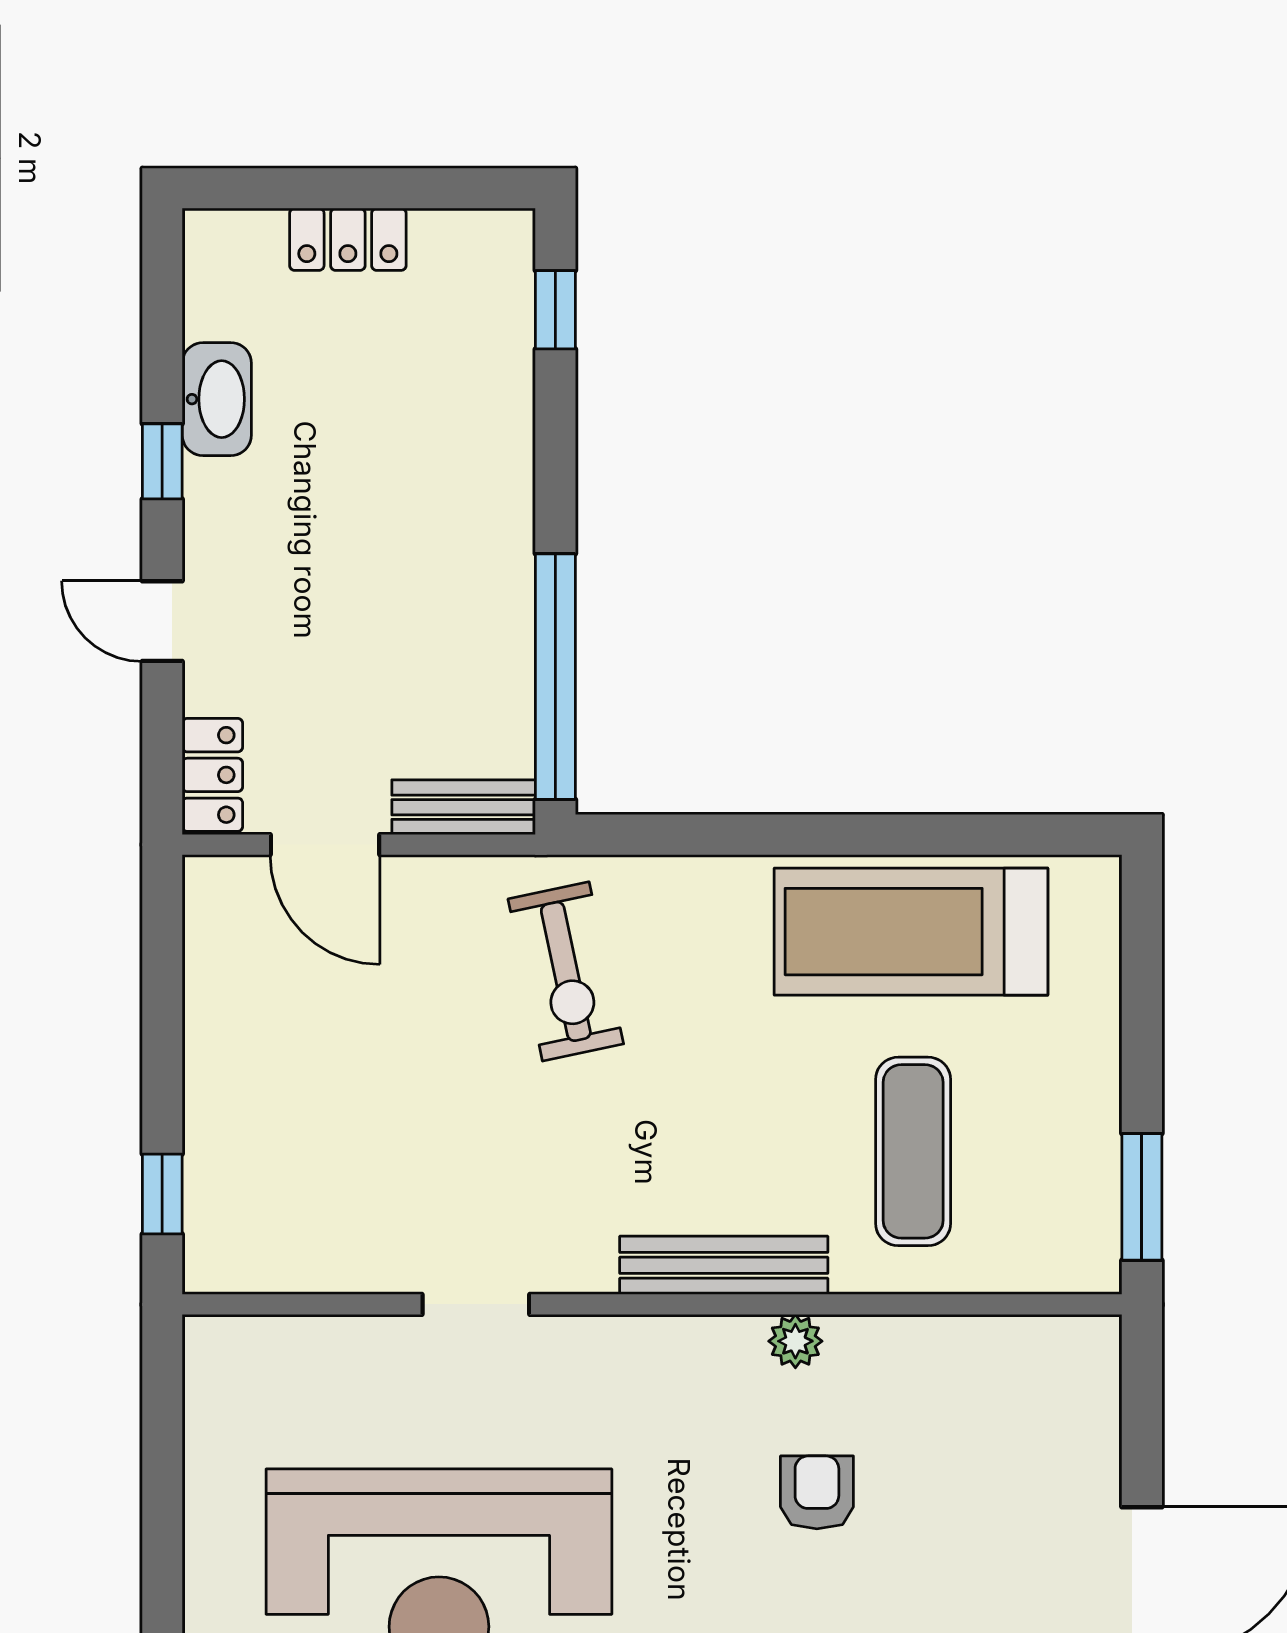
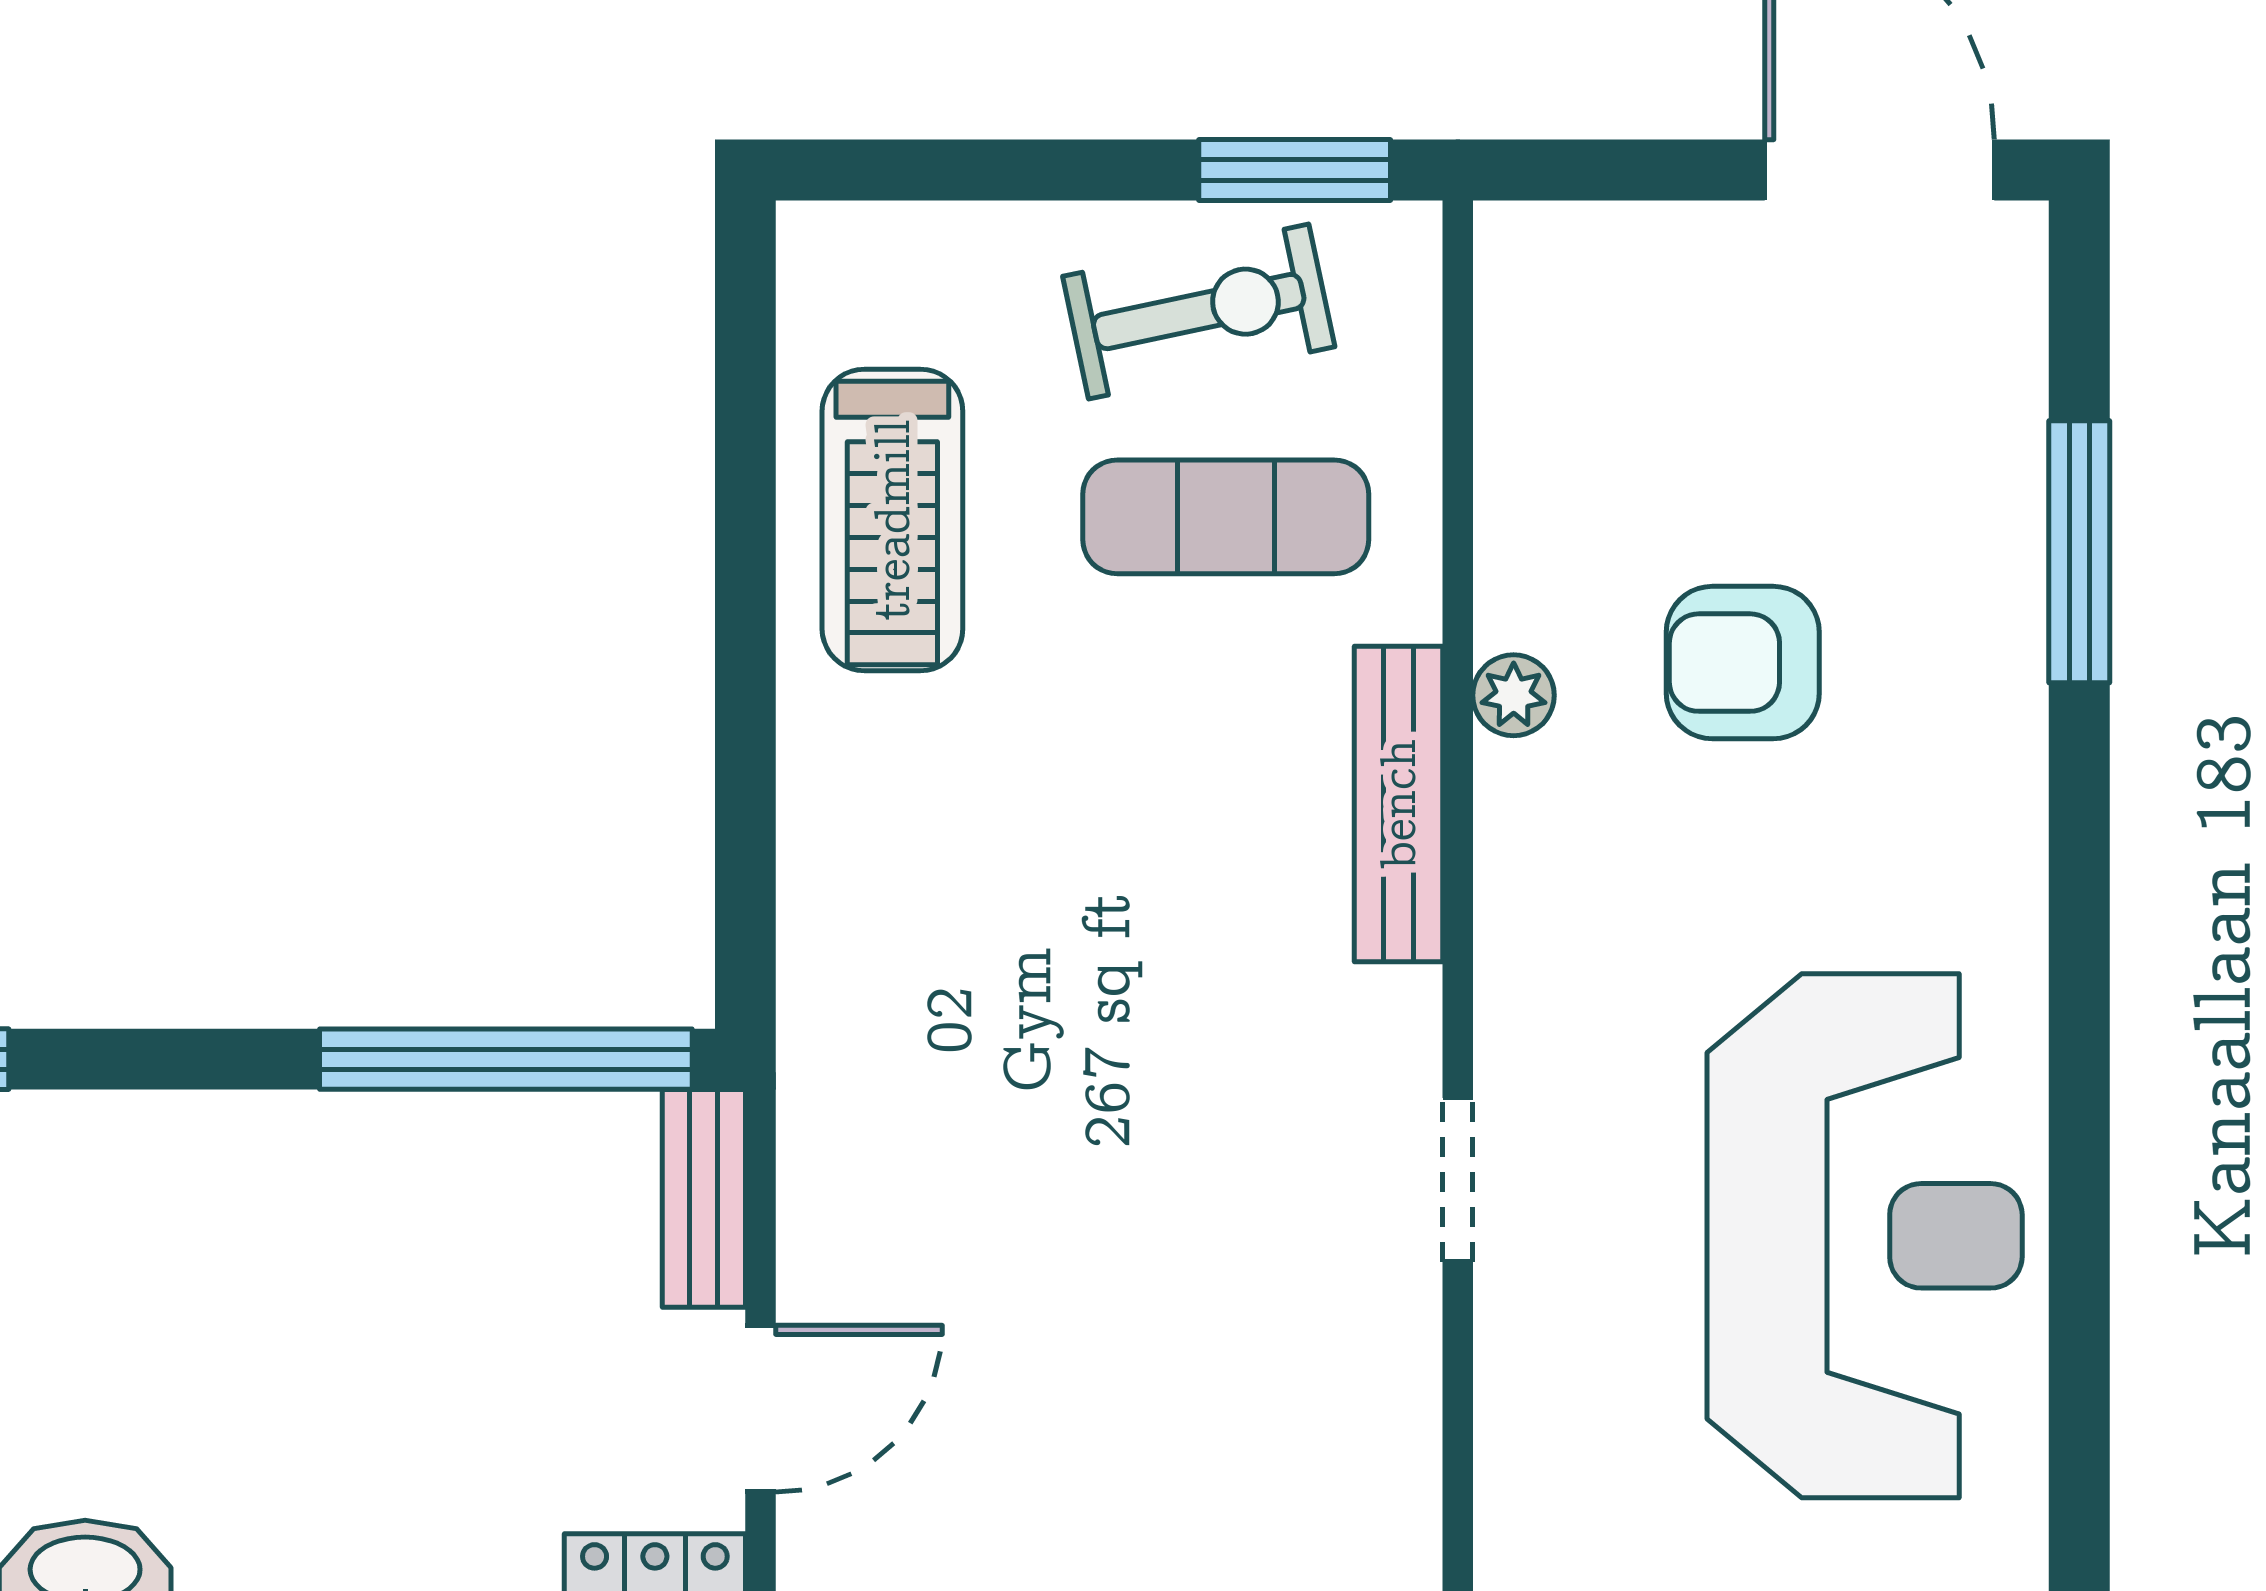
treadmill: (911, 932) -> (892, 520), width x0.73, depth x0.73
exercise bike: (566, 971) -> (1199, 312), moved
armchair: (817, 1492) -> (1743, 663), width x1.38, depth x1.38

